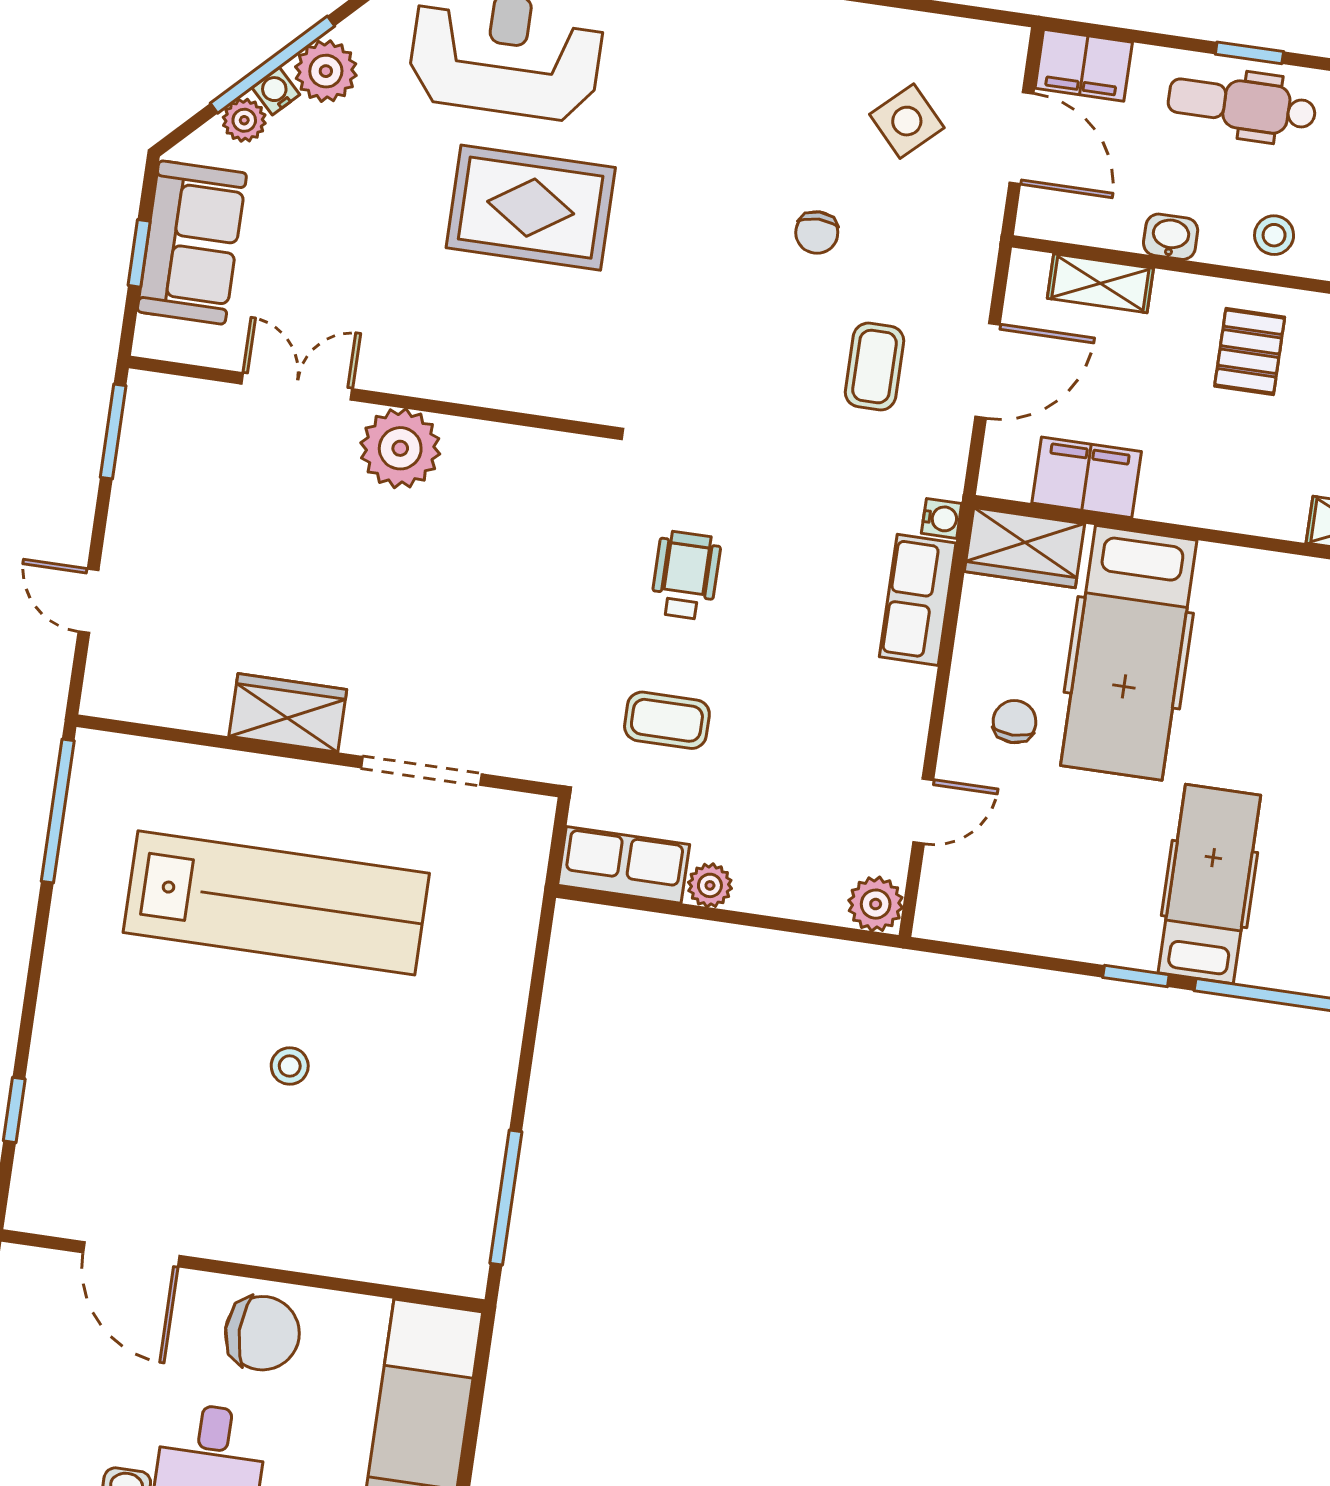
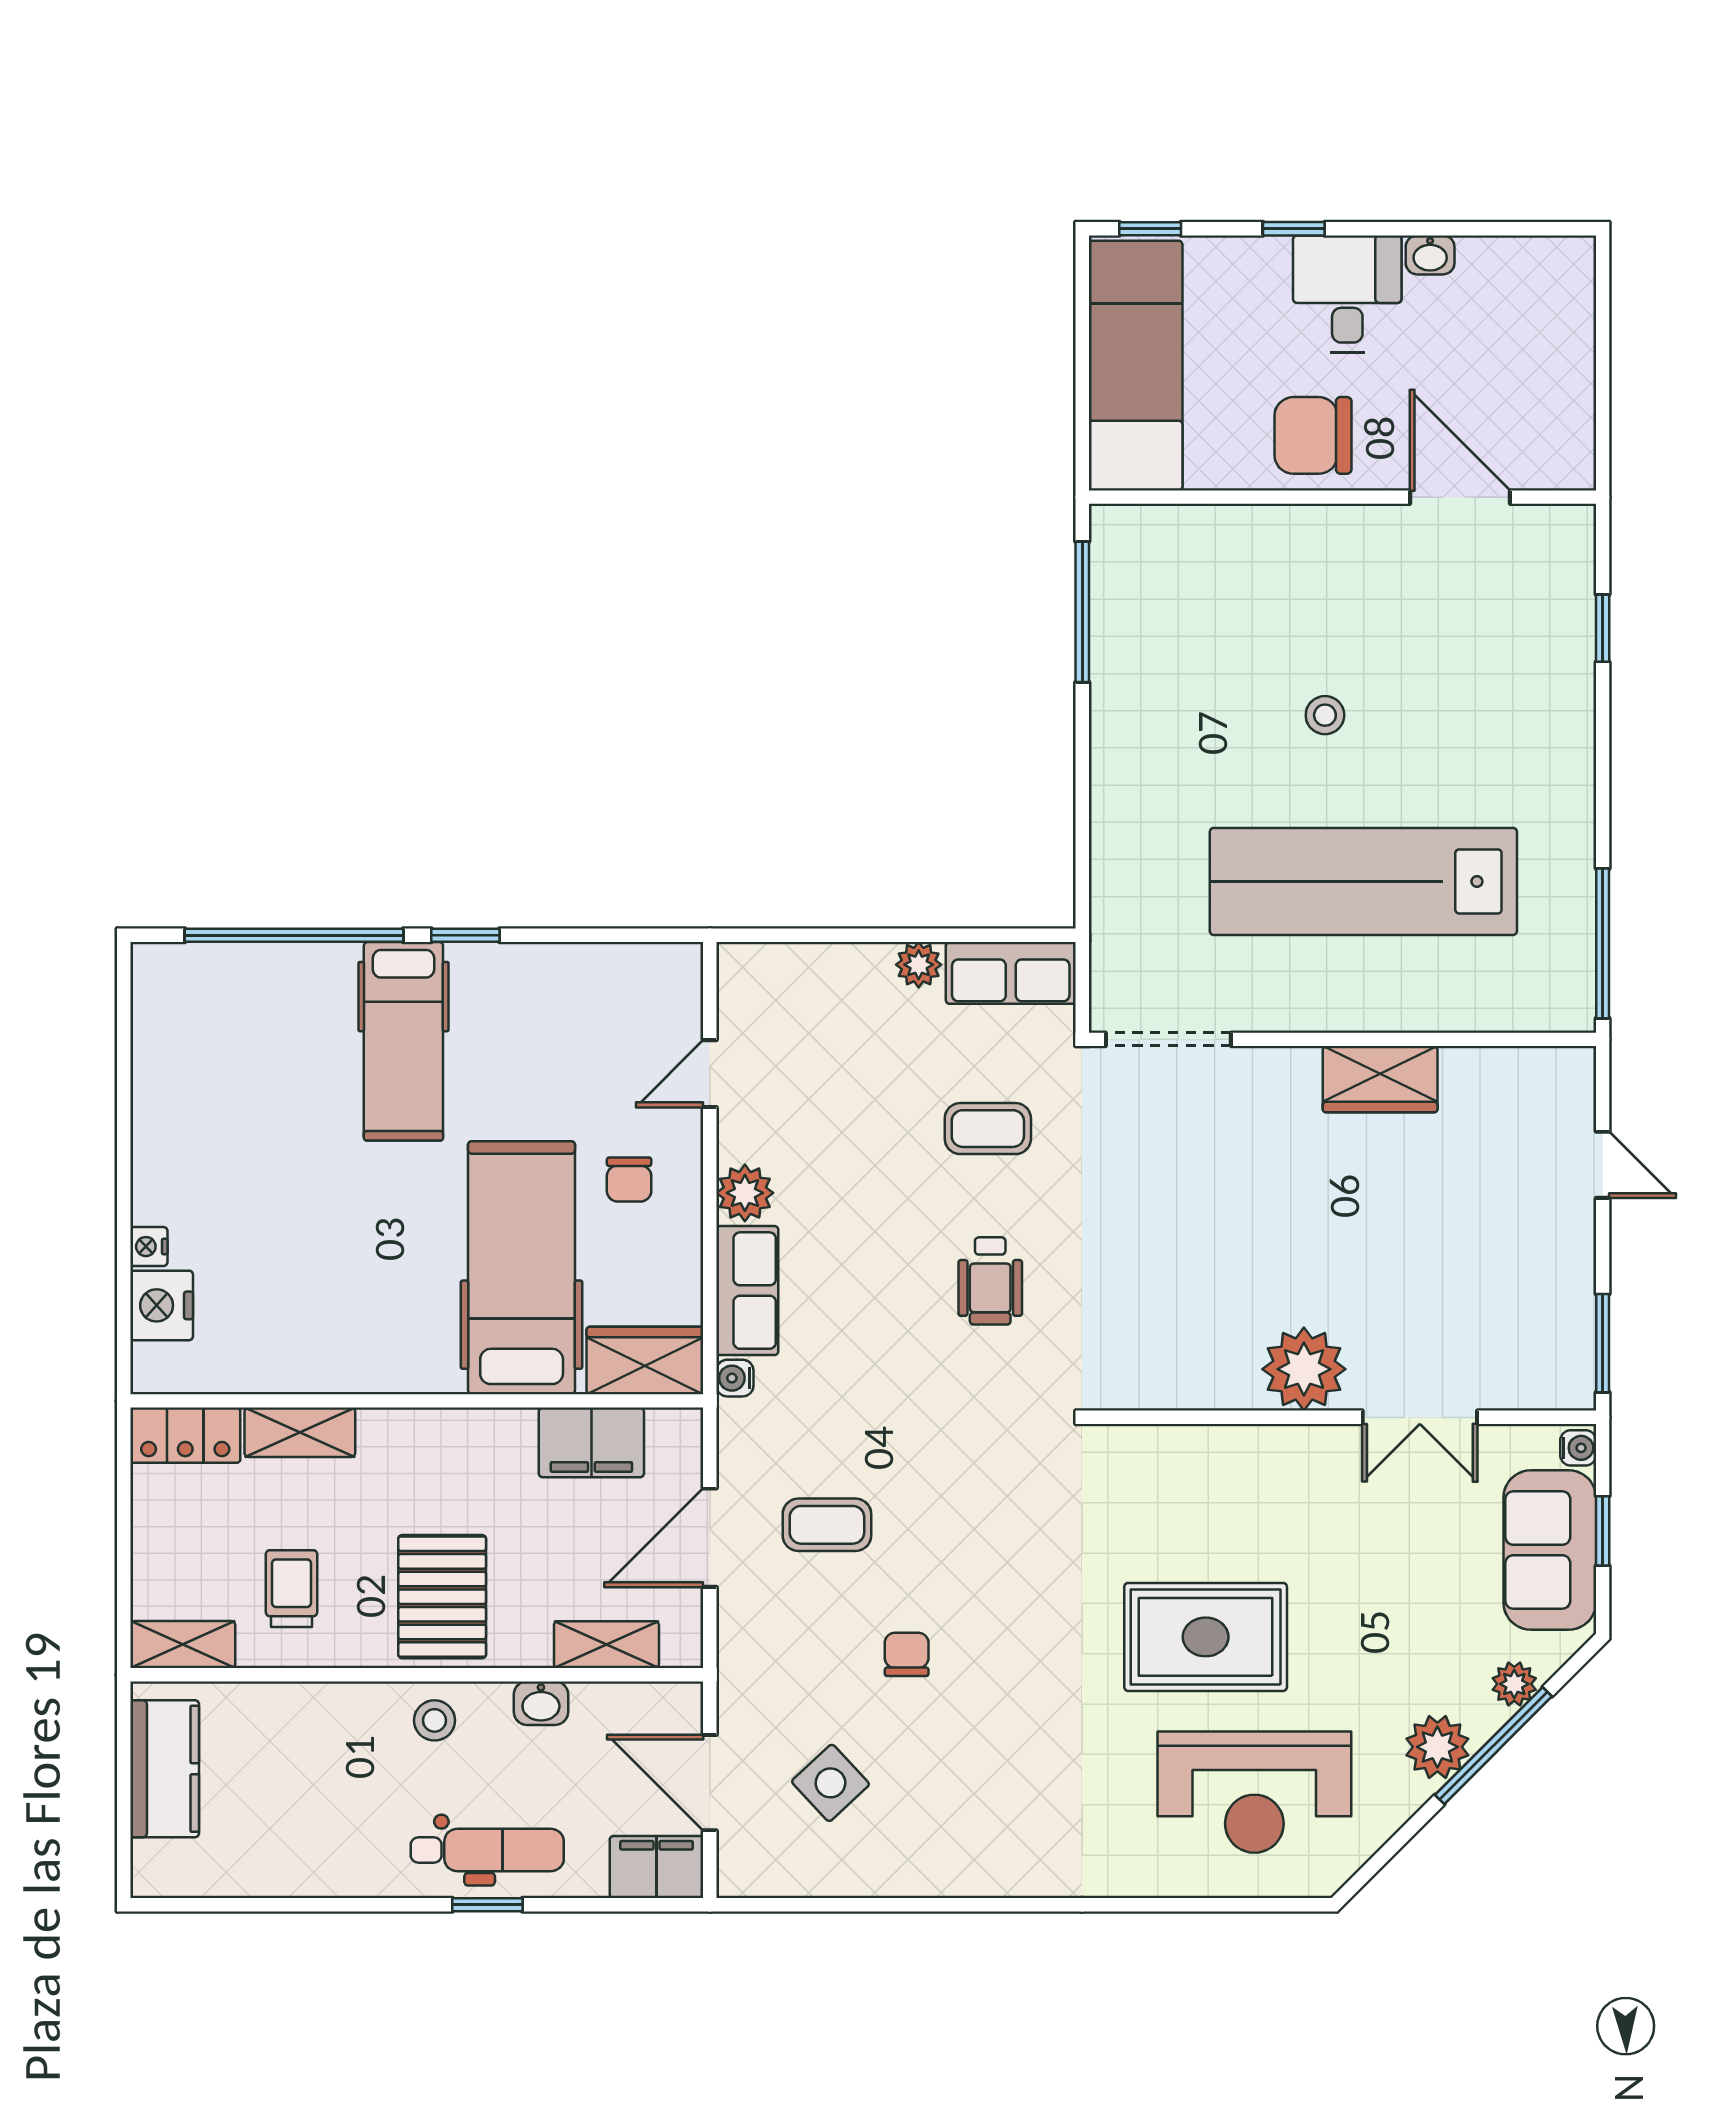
water cooler: (276, 91) -> (1578, 1448), moved, turned -45
pallet: (1250, 352) -> (442, 1597), width x1.50, depth x1.42
coffee table: (874, 367) -> (827, 1525), turned 90
doorway: (421, 771) -> (1168, 1039), moved
plant: (876, 904) -> (745, 1193), moved

